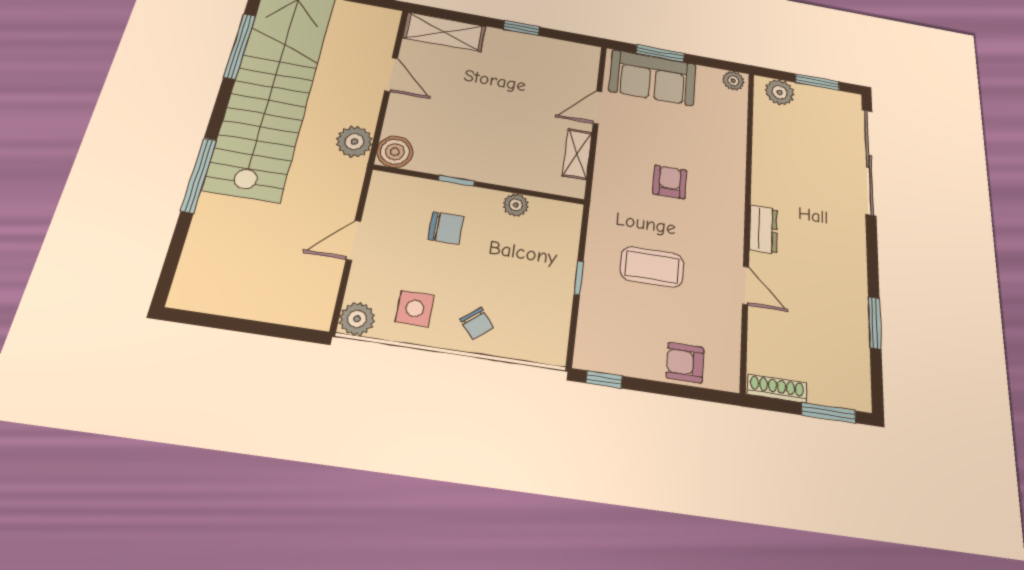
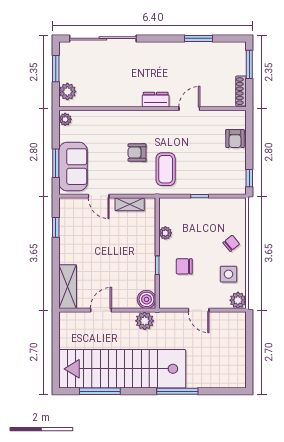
window: (521, 28) -> (56, 227), moved
chair: (446, 228) -> (184, 266), turned -90
coffee table: (652, 267) -> (166, 169), moved

